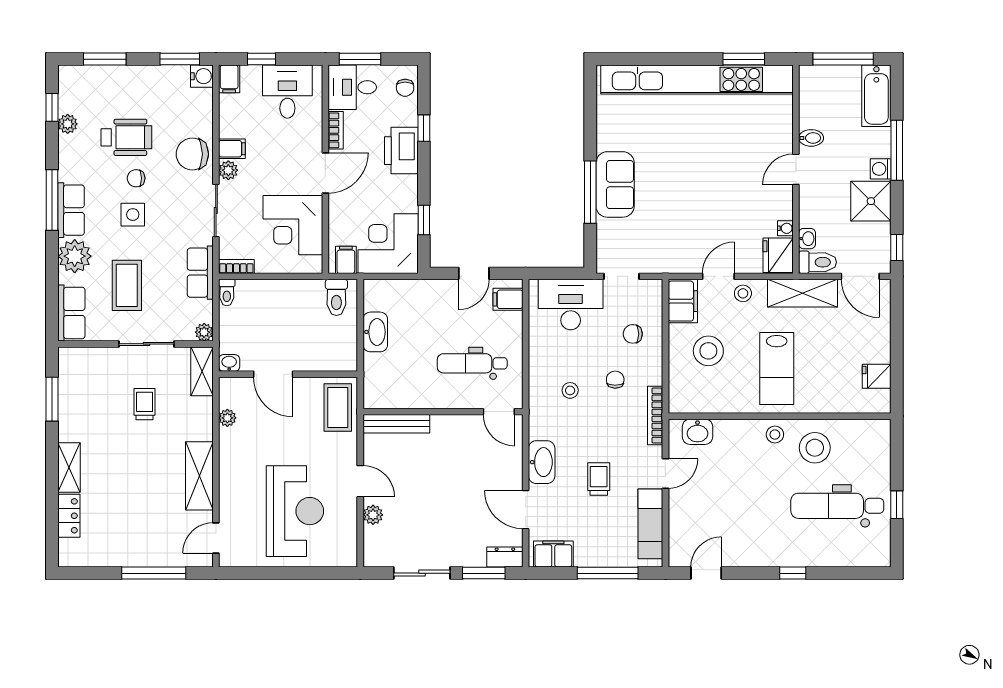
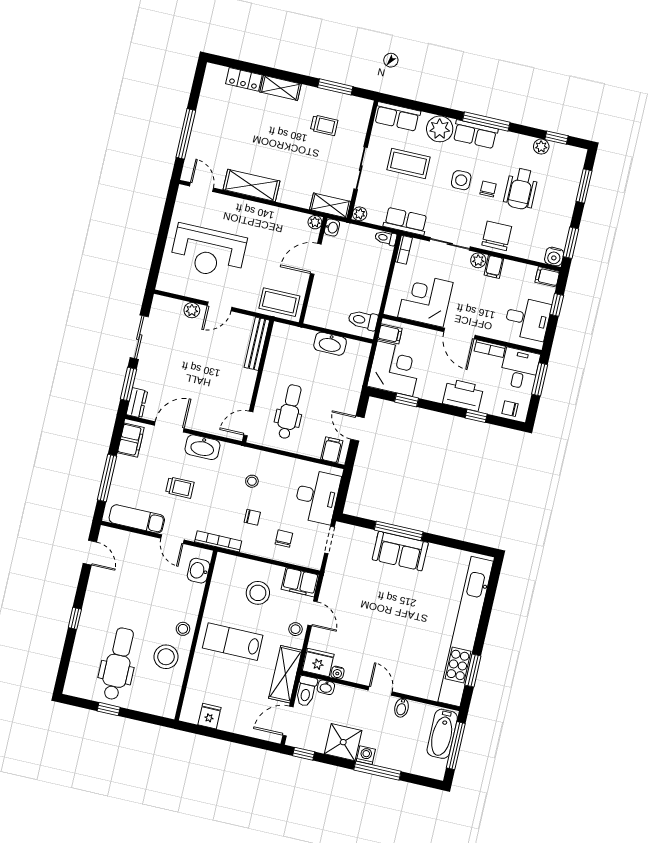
bathtub: (876, 96) -> (442, 734), moved, turned -90
trolley: (145, 404) -> (324, 125), moved
plant: (227, 418) -> (315, 222), moved

